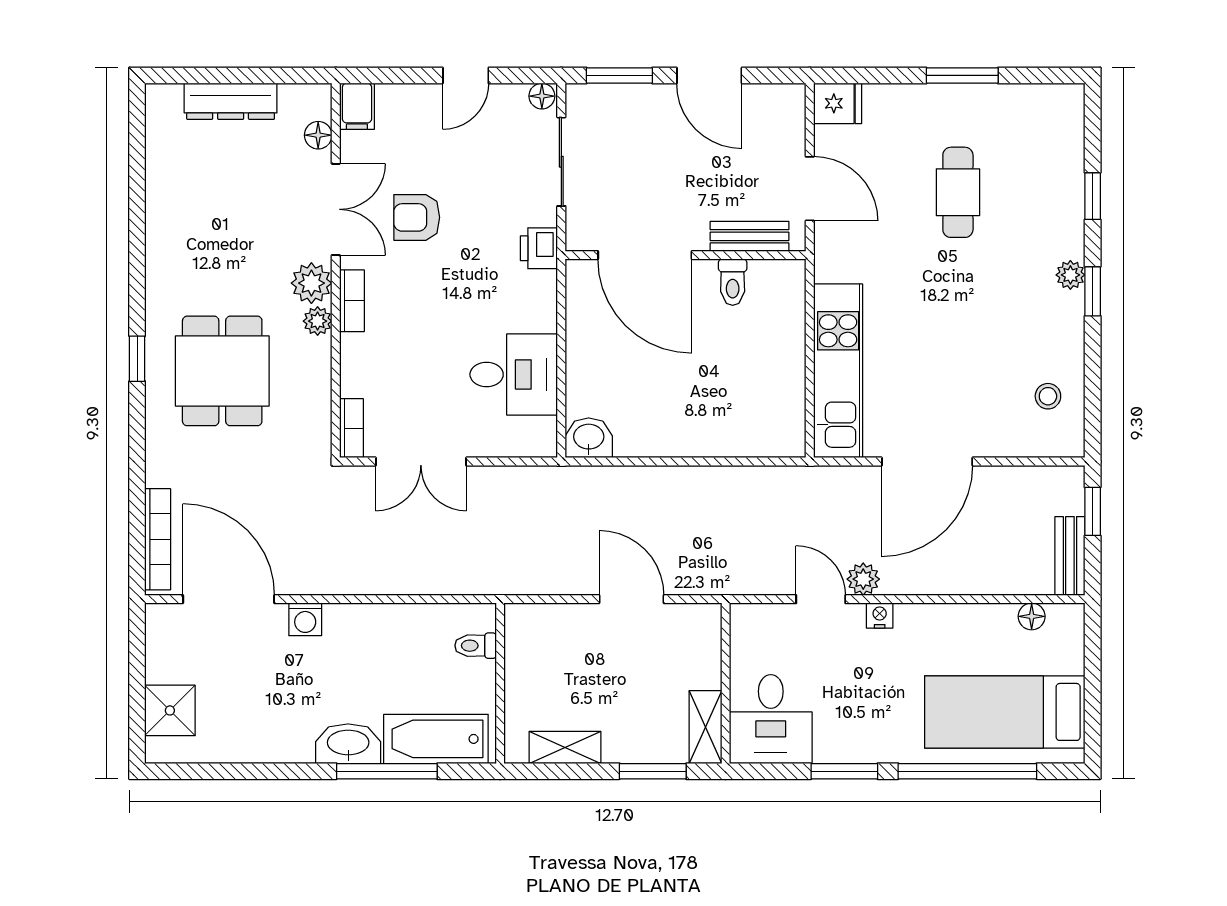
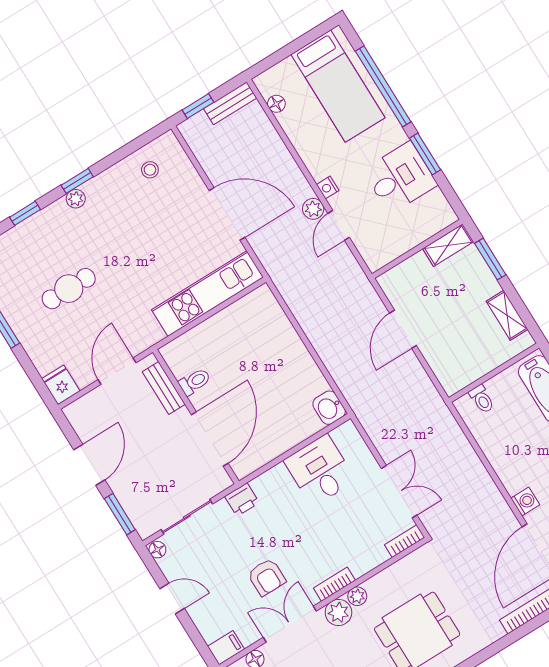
desk: (771, 719) -> (400, 178), moved

